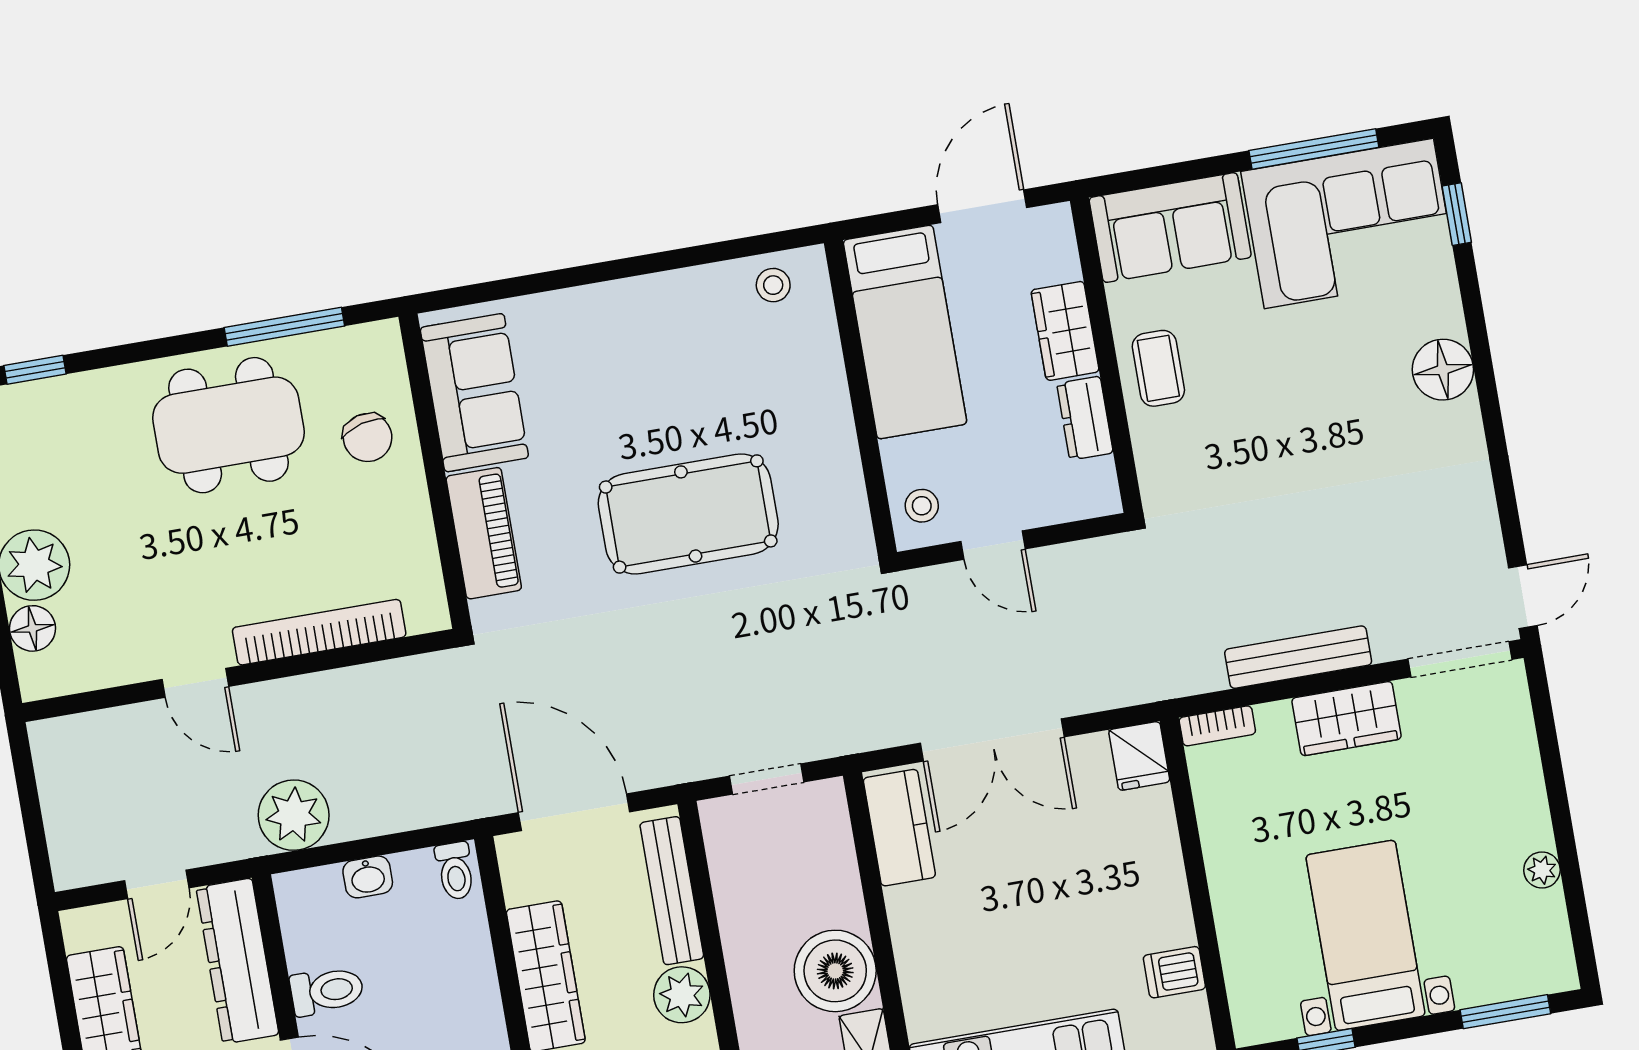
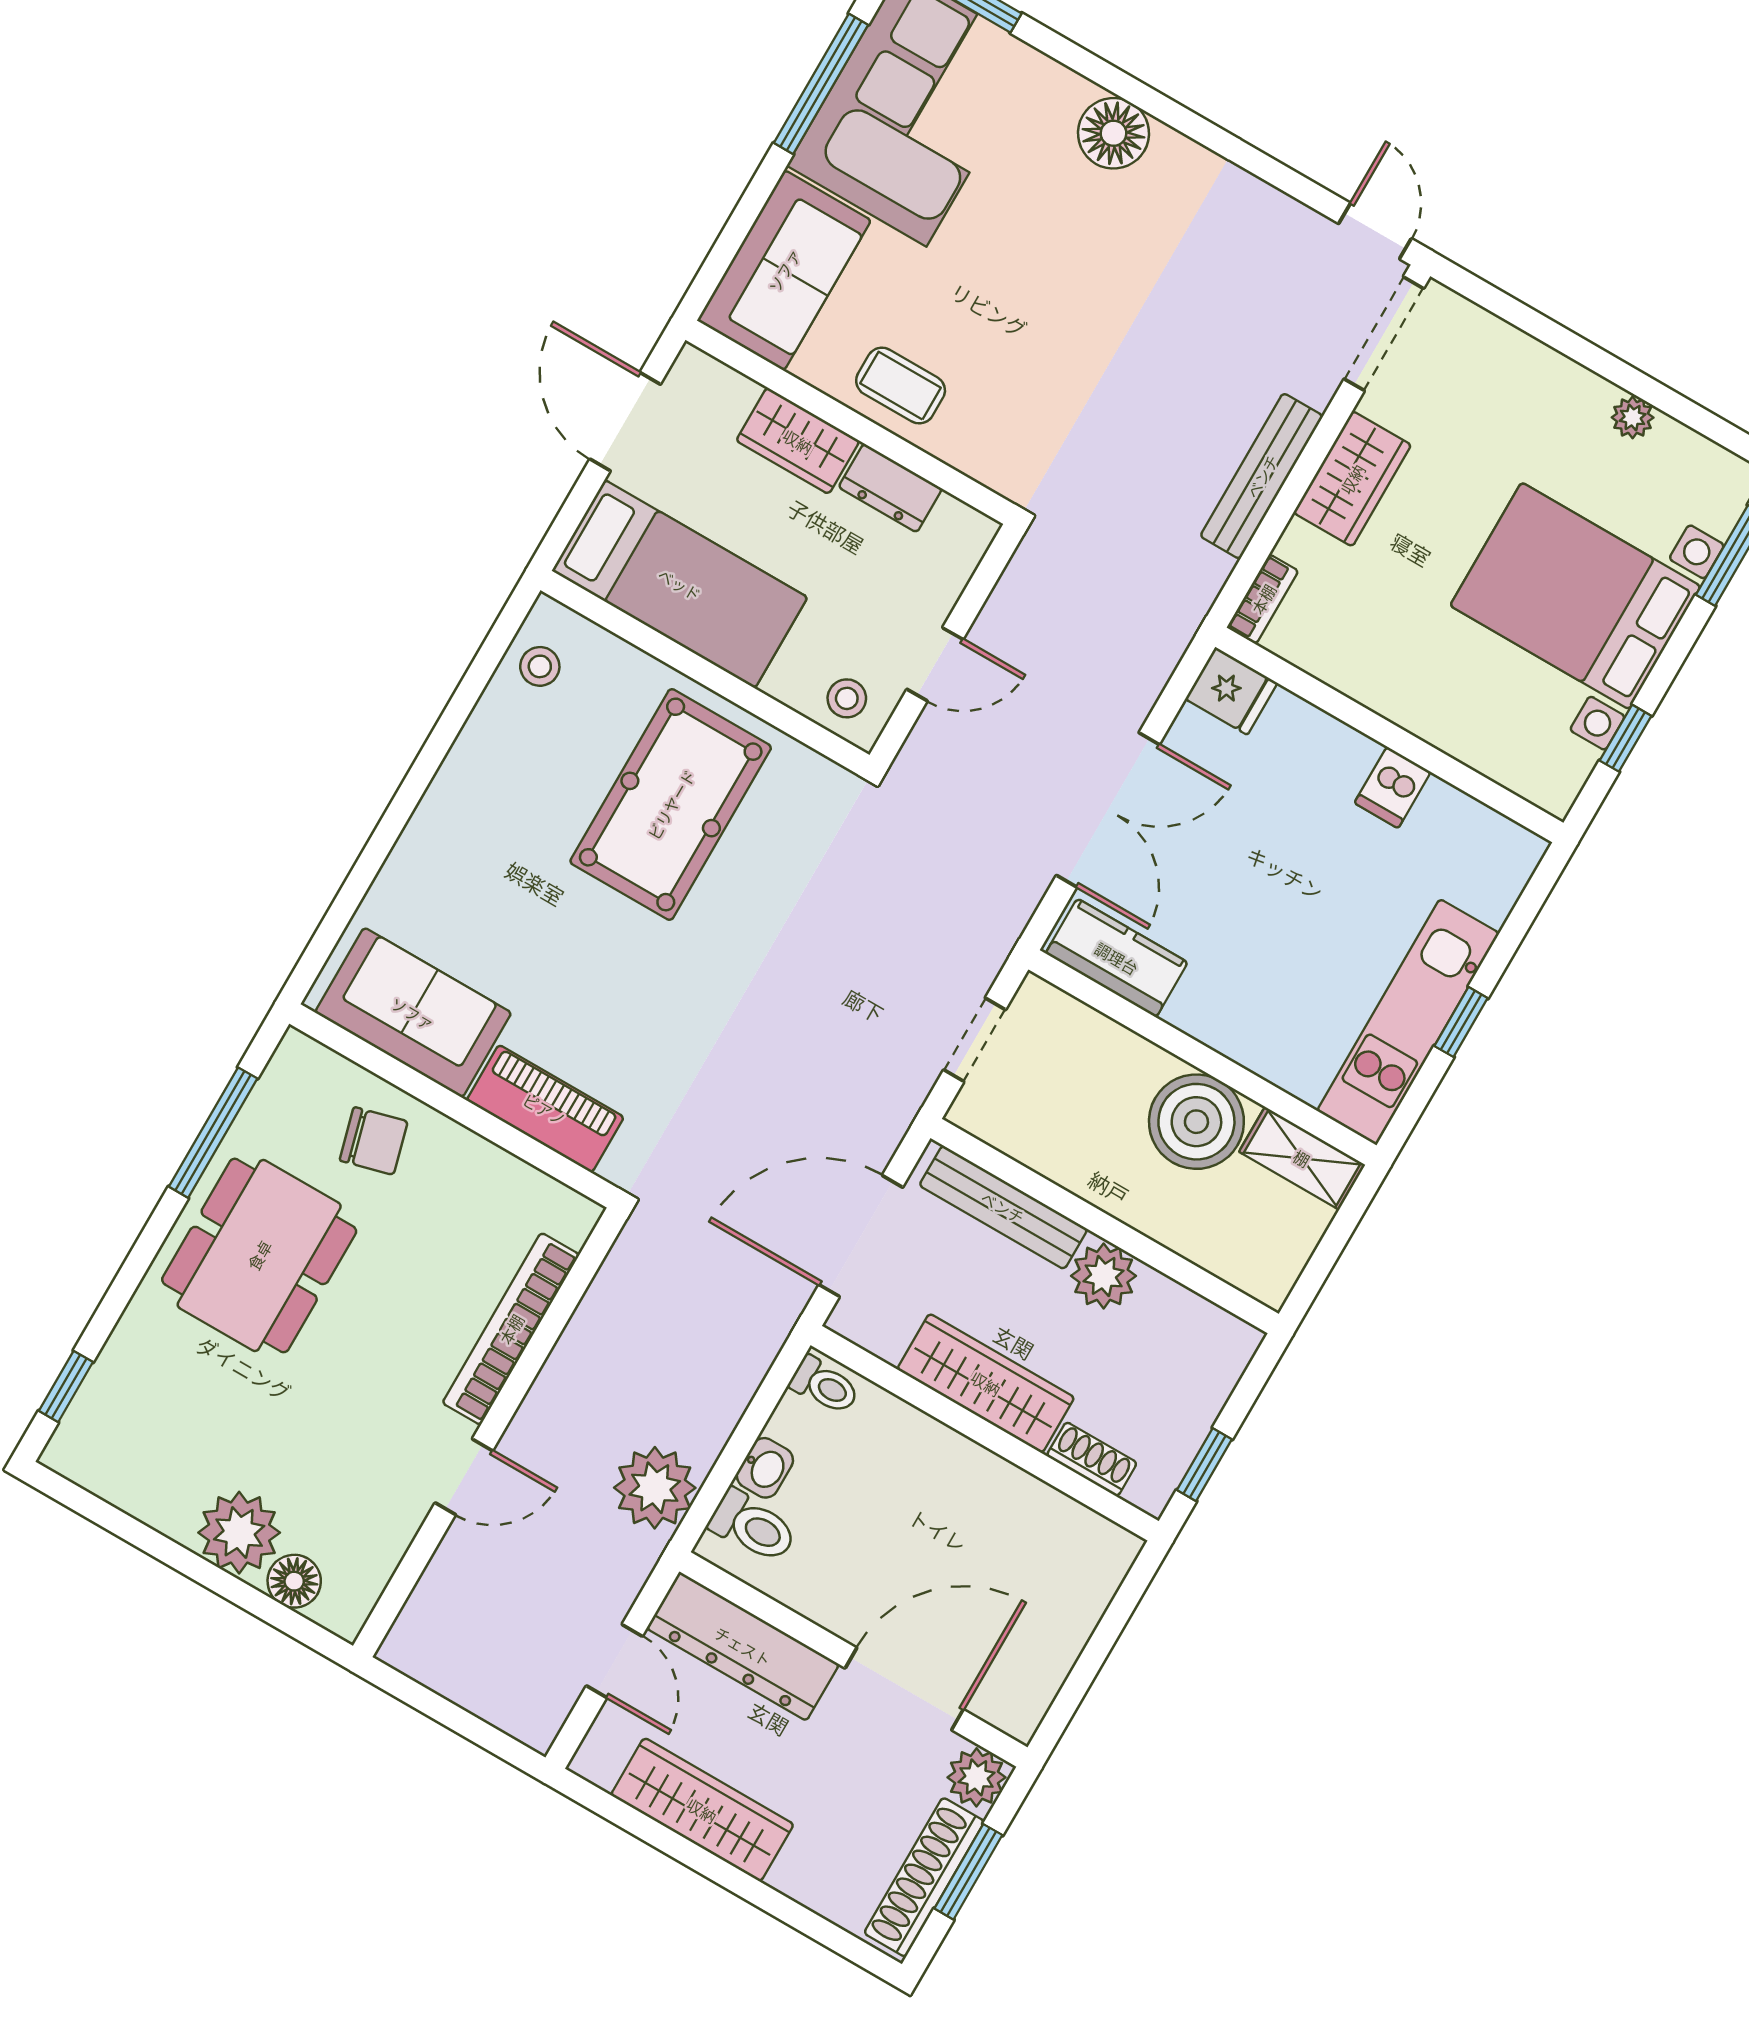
pool table: (688, 514) -> (671, 804), moved
bed with nightstands: (1365, 935) -> (1575, 596), width x1.36
dishwasher: (1174, 972) -> (1393, 787), moved
toilet: (327, 991) -> (753, 1526), moved, turned 90

